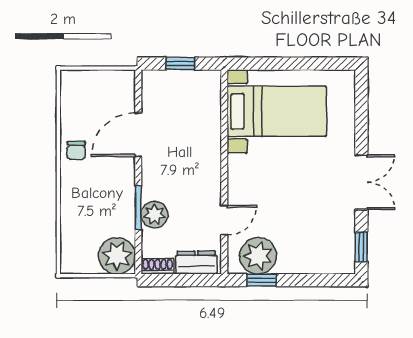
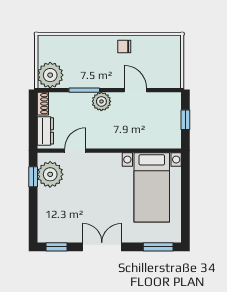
window: (361, 102) -> (158, 247), added
door: (138, 135) -> (135, 90), width x0.73
double door: (361, 182) -> (102, 247), swing flipped
plant: (154, 215) -> (101, 101), moved
door: (224, 220) -> (75, 151), swing flipped

